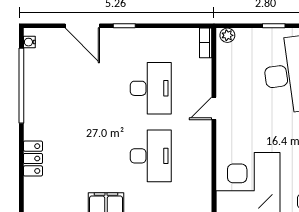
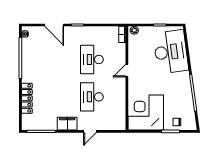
desk: (151, 88) -> (92, 60), turned 180
desk: (151, 156) -> (92, 97), turned 180
locker: (33, 159) -> (27, 98), width x1.53

